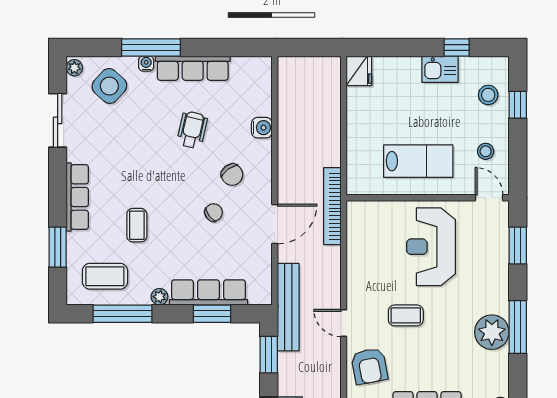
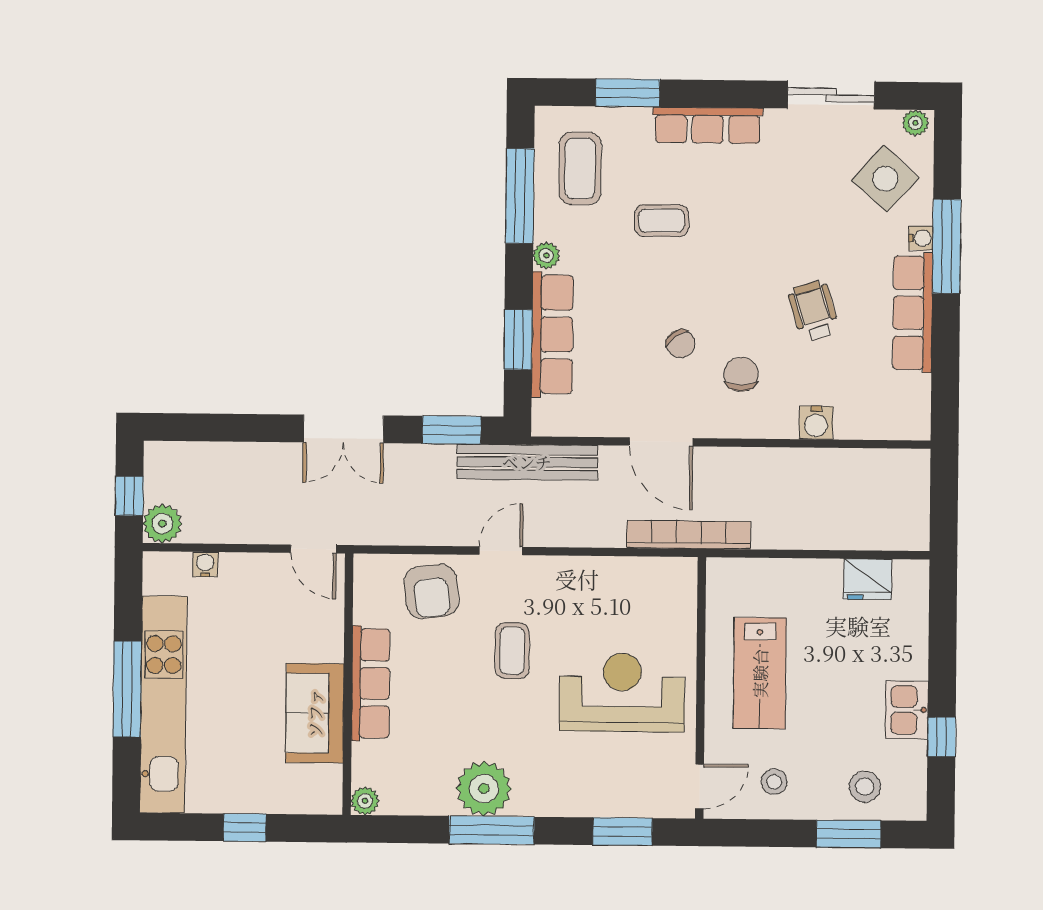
fridge: (359, 71) -> (868, 579), moved
window: (518, 105) -> (849, 834), width x1.50
wheelchair: (192, 130) -> (814, 311), turned -120
chair: (232, 175) -> (741, 374), turned 126
armchair: (369, 366) -> (431, 591), turned -86

